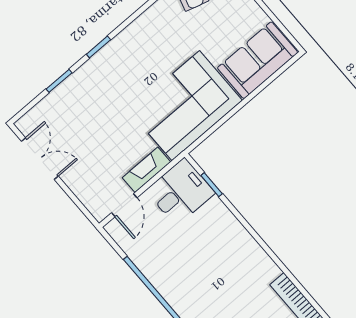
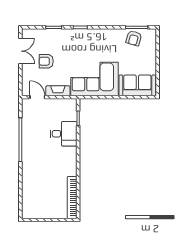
armchair: (91, 141) -> (46, 61), added
desk: (180, 192) -> (64, 134), moved
door: (124, 205) -> (37, 97), swing flipped

